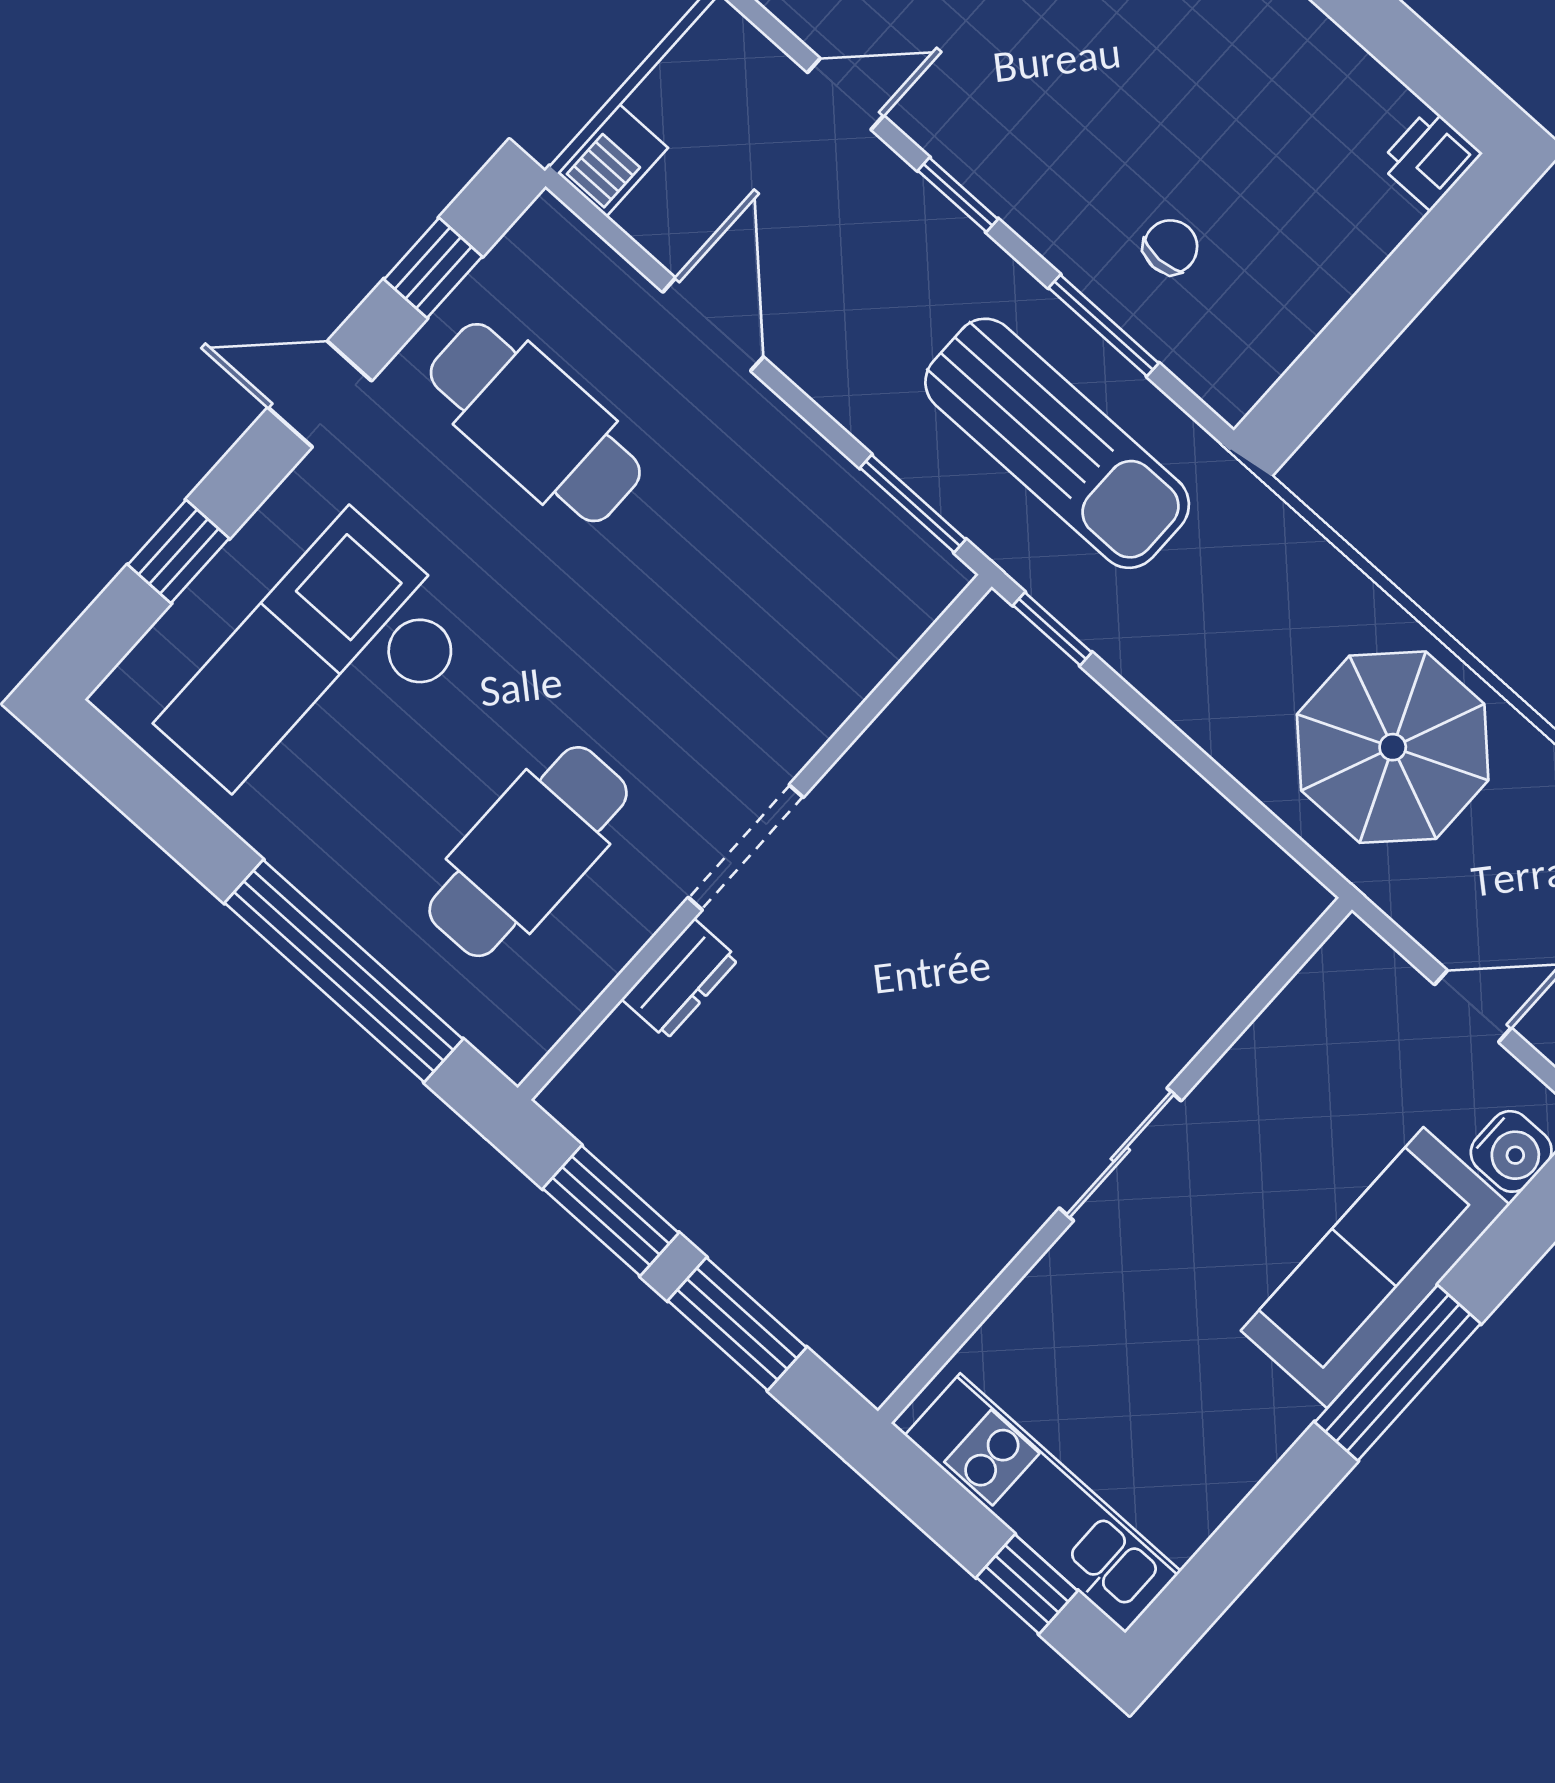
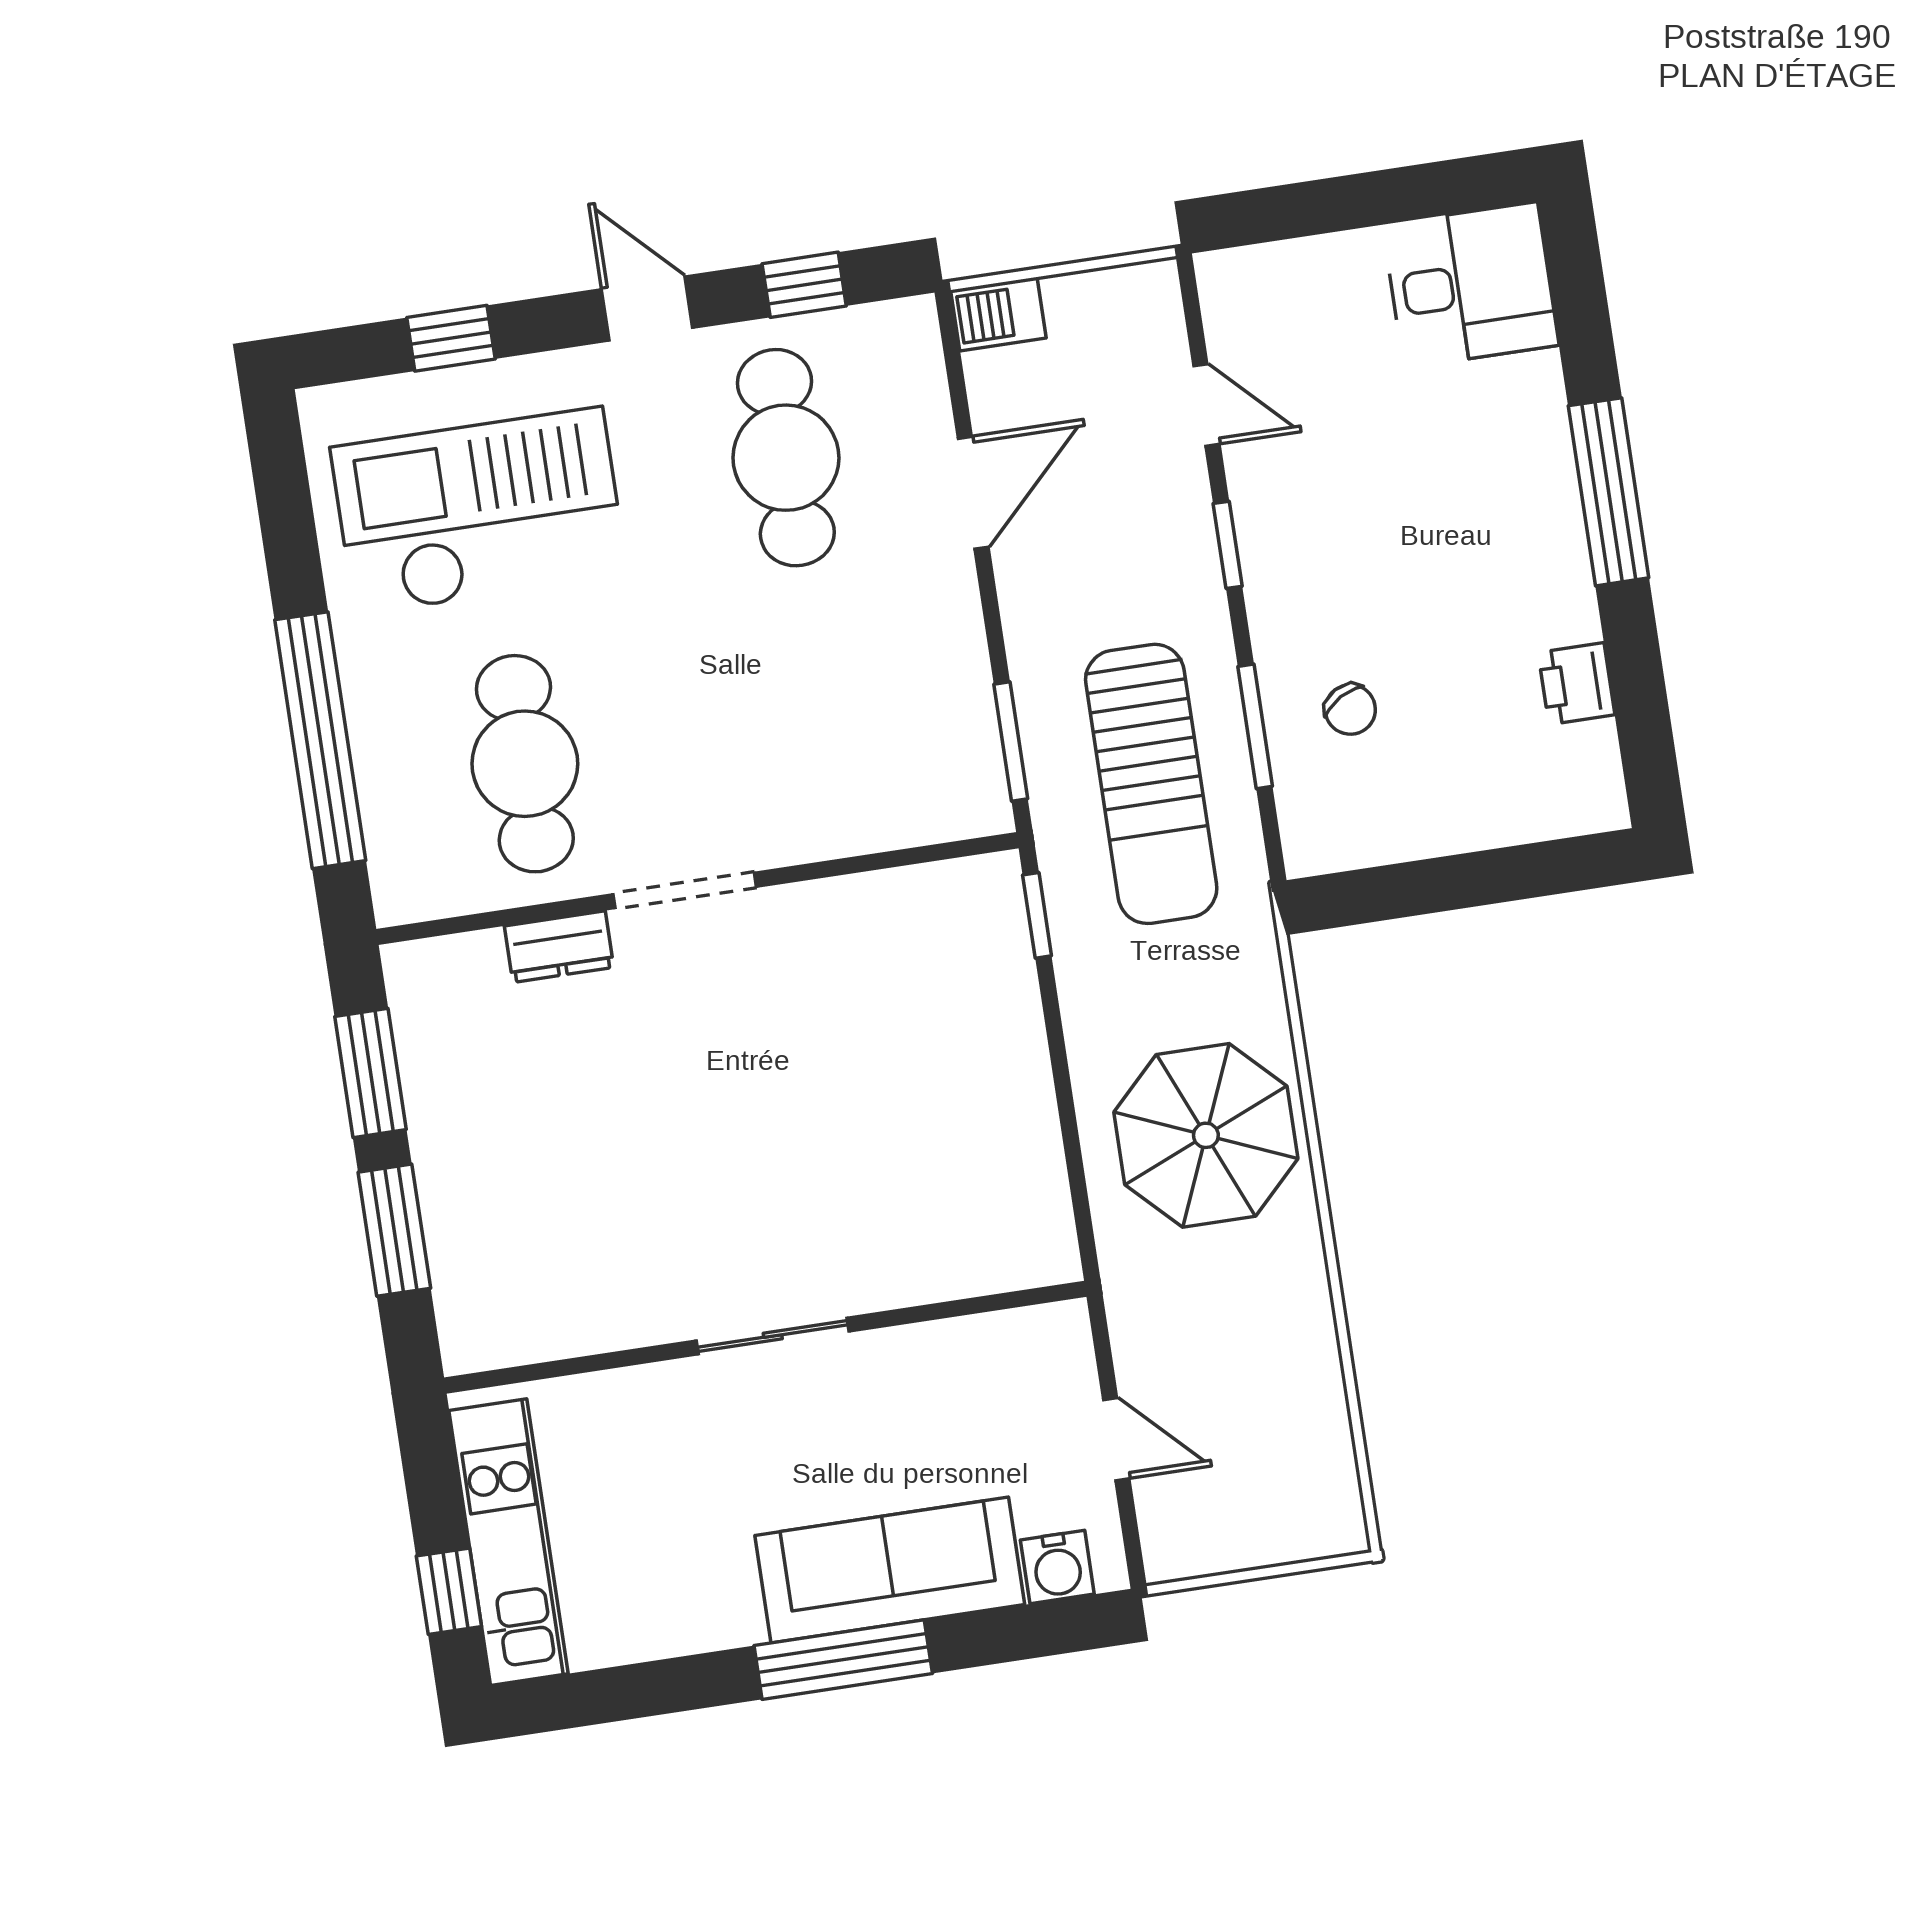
printer: (1430, 159) -> (1576, 684), moved, turned -90
chair: (1171, 247) -> (1350, 709), turned 60
parasol: (1393, 747) -> (1206, 1135), moved
cafe table: (528, 852) -> (525, 764), turned 90

